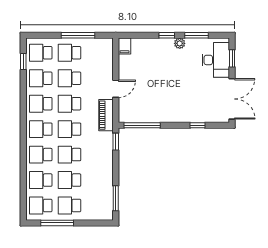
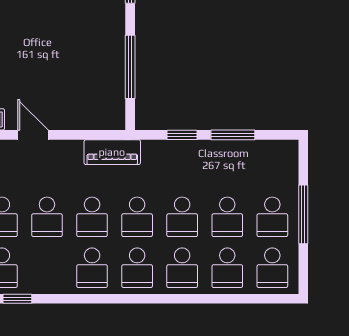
school desk: (41, 78) -> (47, 268), removed
door: (116, 89) -> (33, 135), moved
window: (142, 125) -> (130, 67), moved
window: (116, 142) -> (182, 135), moved
window: (116, 198) -> (233, 135), moved
window: (57, 223) -> (303, 214), moved

